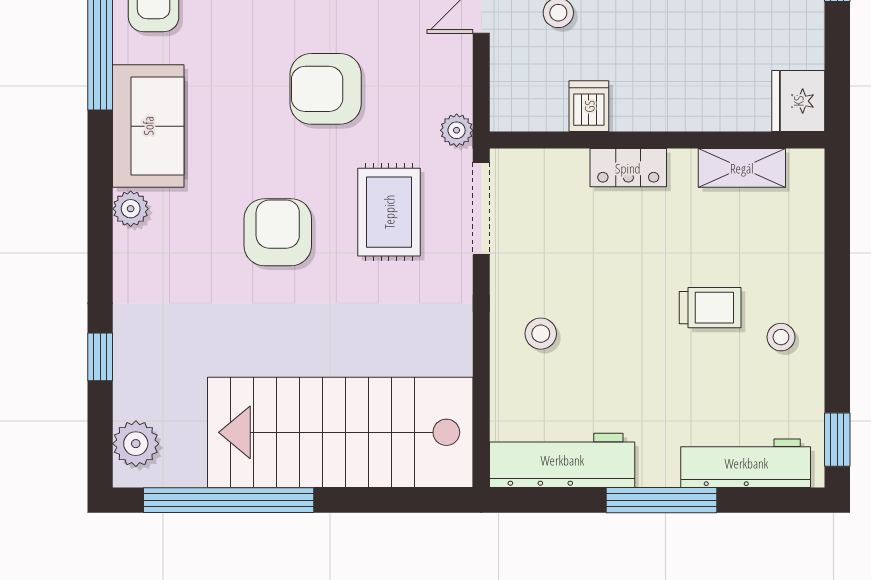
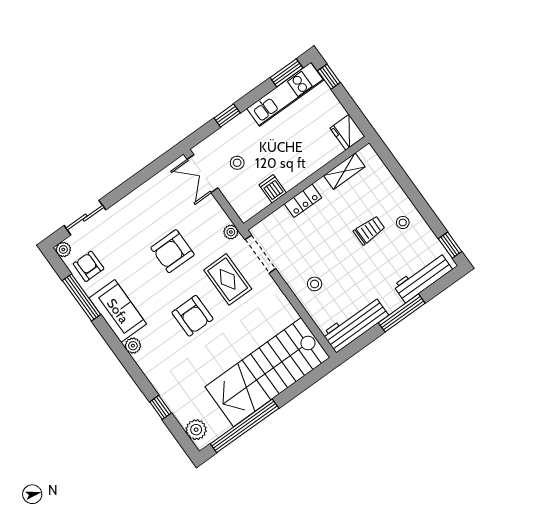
armchair: (278, 232) -> (192, 316), turned 180

